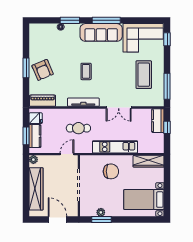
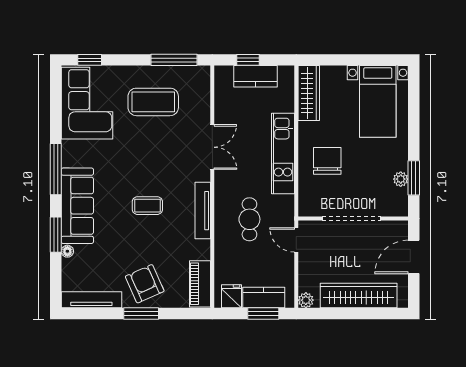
sofa: (101, 32) -> (77, 206), moved
tv unit: (34, 40) -> (91, 300), added
armchair: (43, 70) -> (145, 284), turned -91
kitchen counter: (158, 121) -> (256, 76), moved

